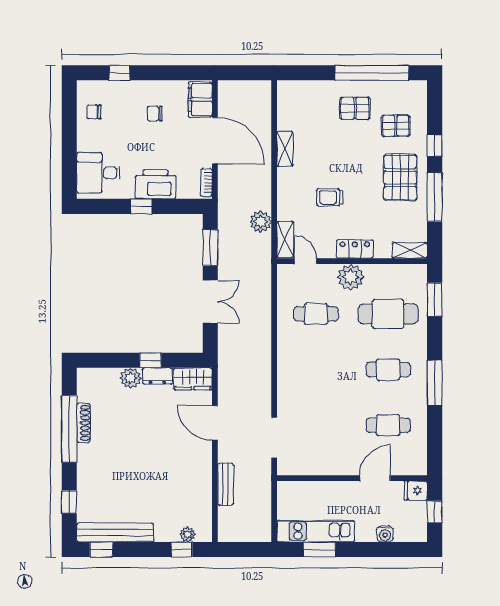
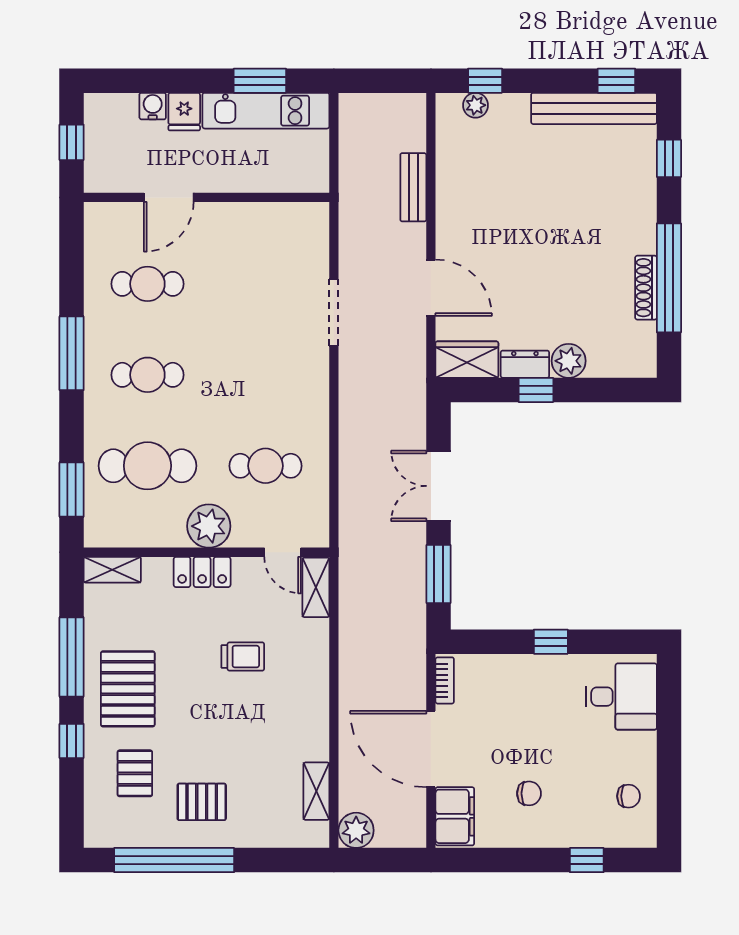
pallet: (396, 126) -> (135, 773), turned 90
shelving: (285, 149) -> (316, 791), moved
printer: (156, 184) -> (528, 678), removed
plant: (261, 222) -> (356, 830), moved
doorway: (274, 438) -> (334, 313), moved
fridge: (416, 491) -> (184, 112), moved, turned 90

